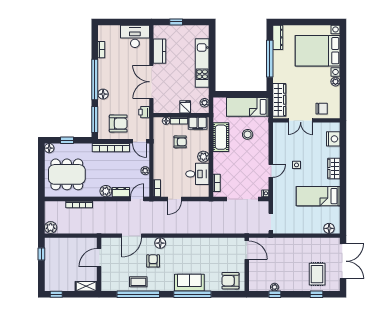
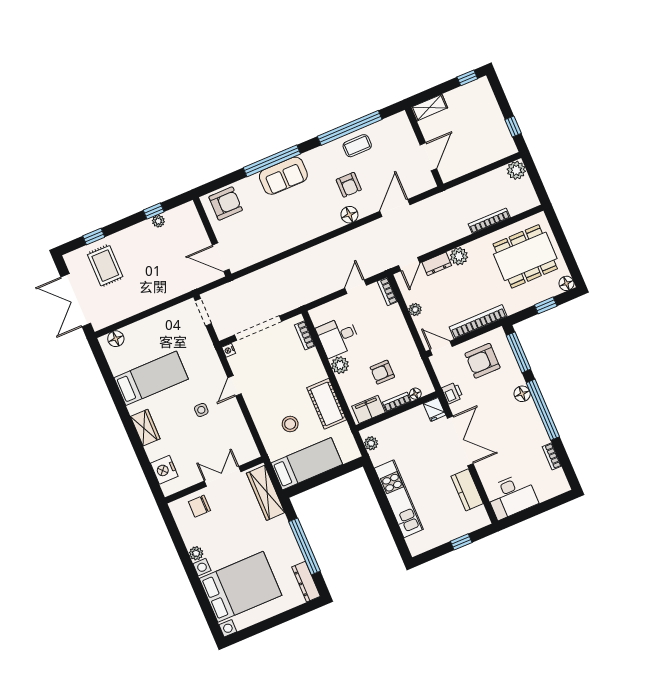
fridge: (185, 107) -> (434, 409), moved

